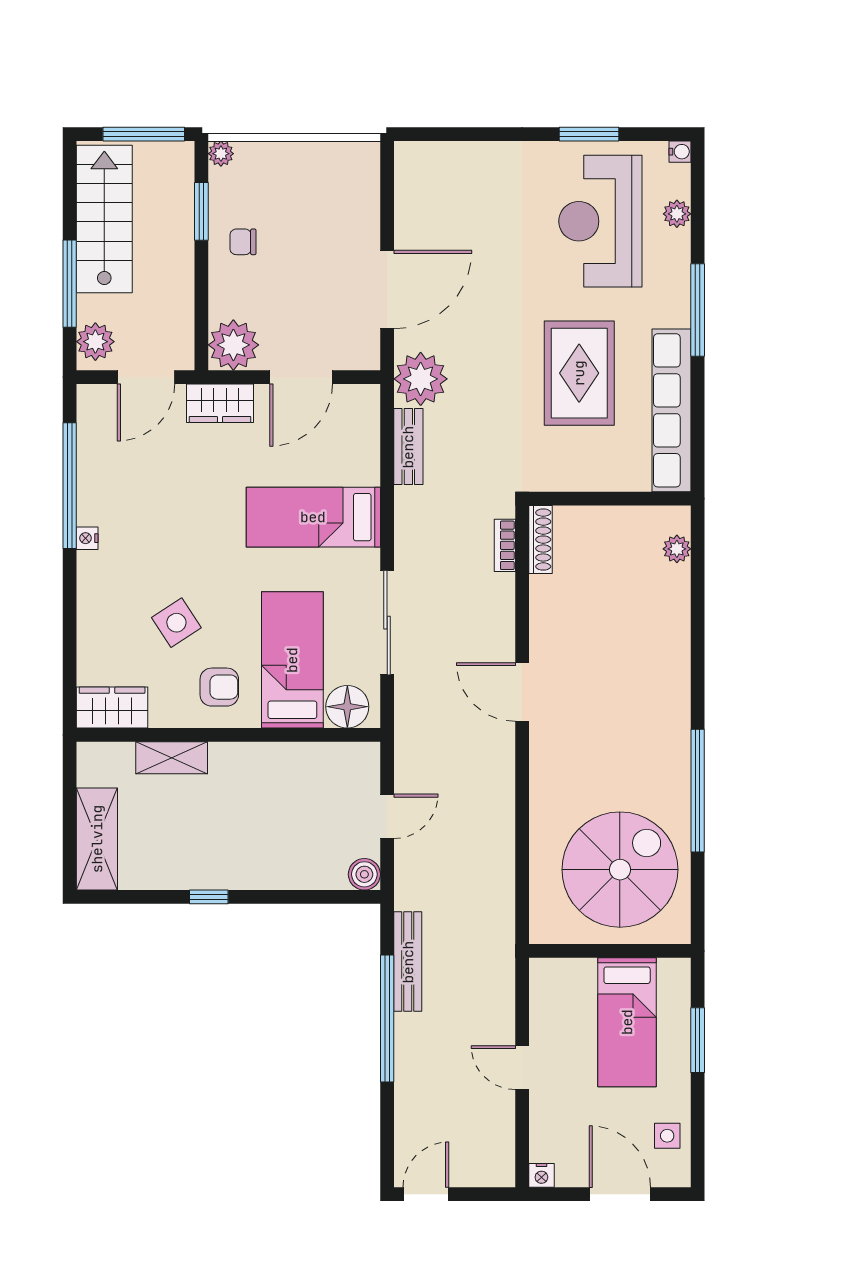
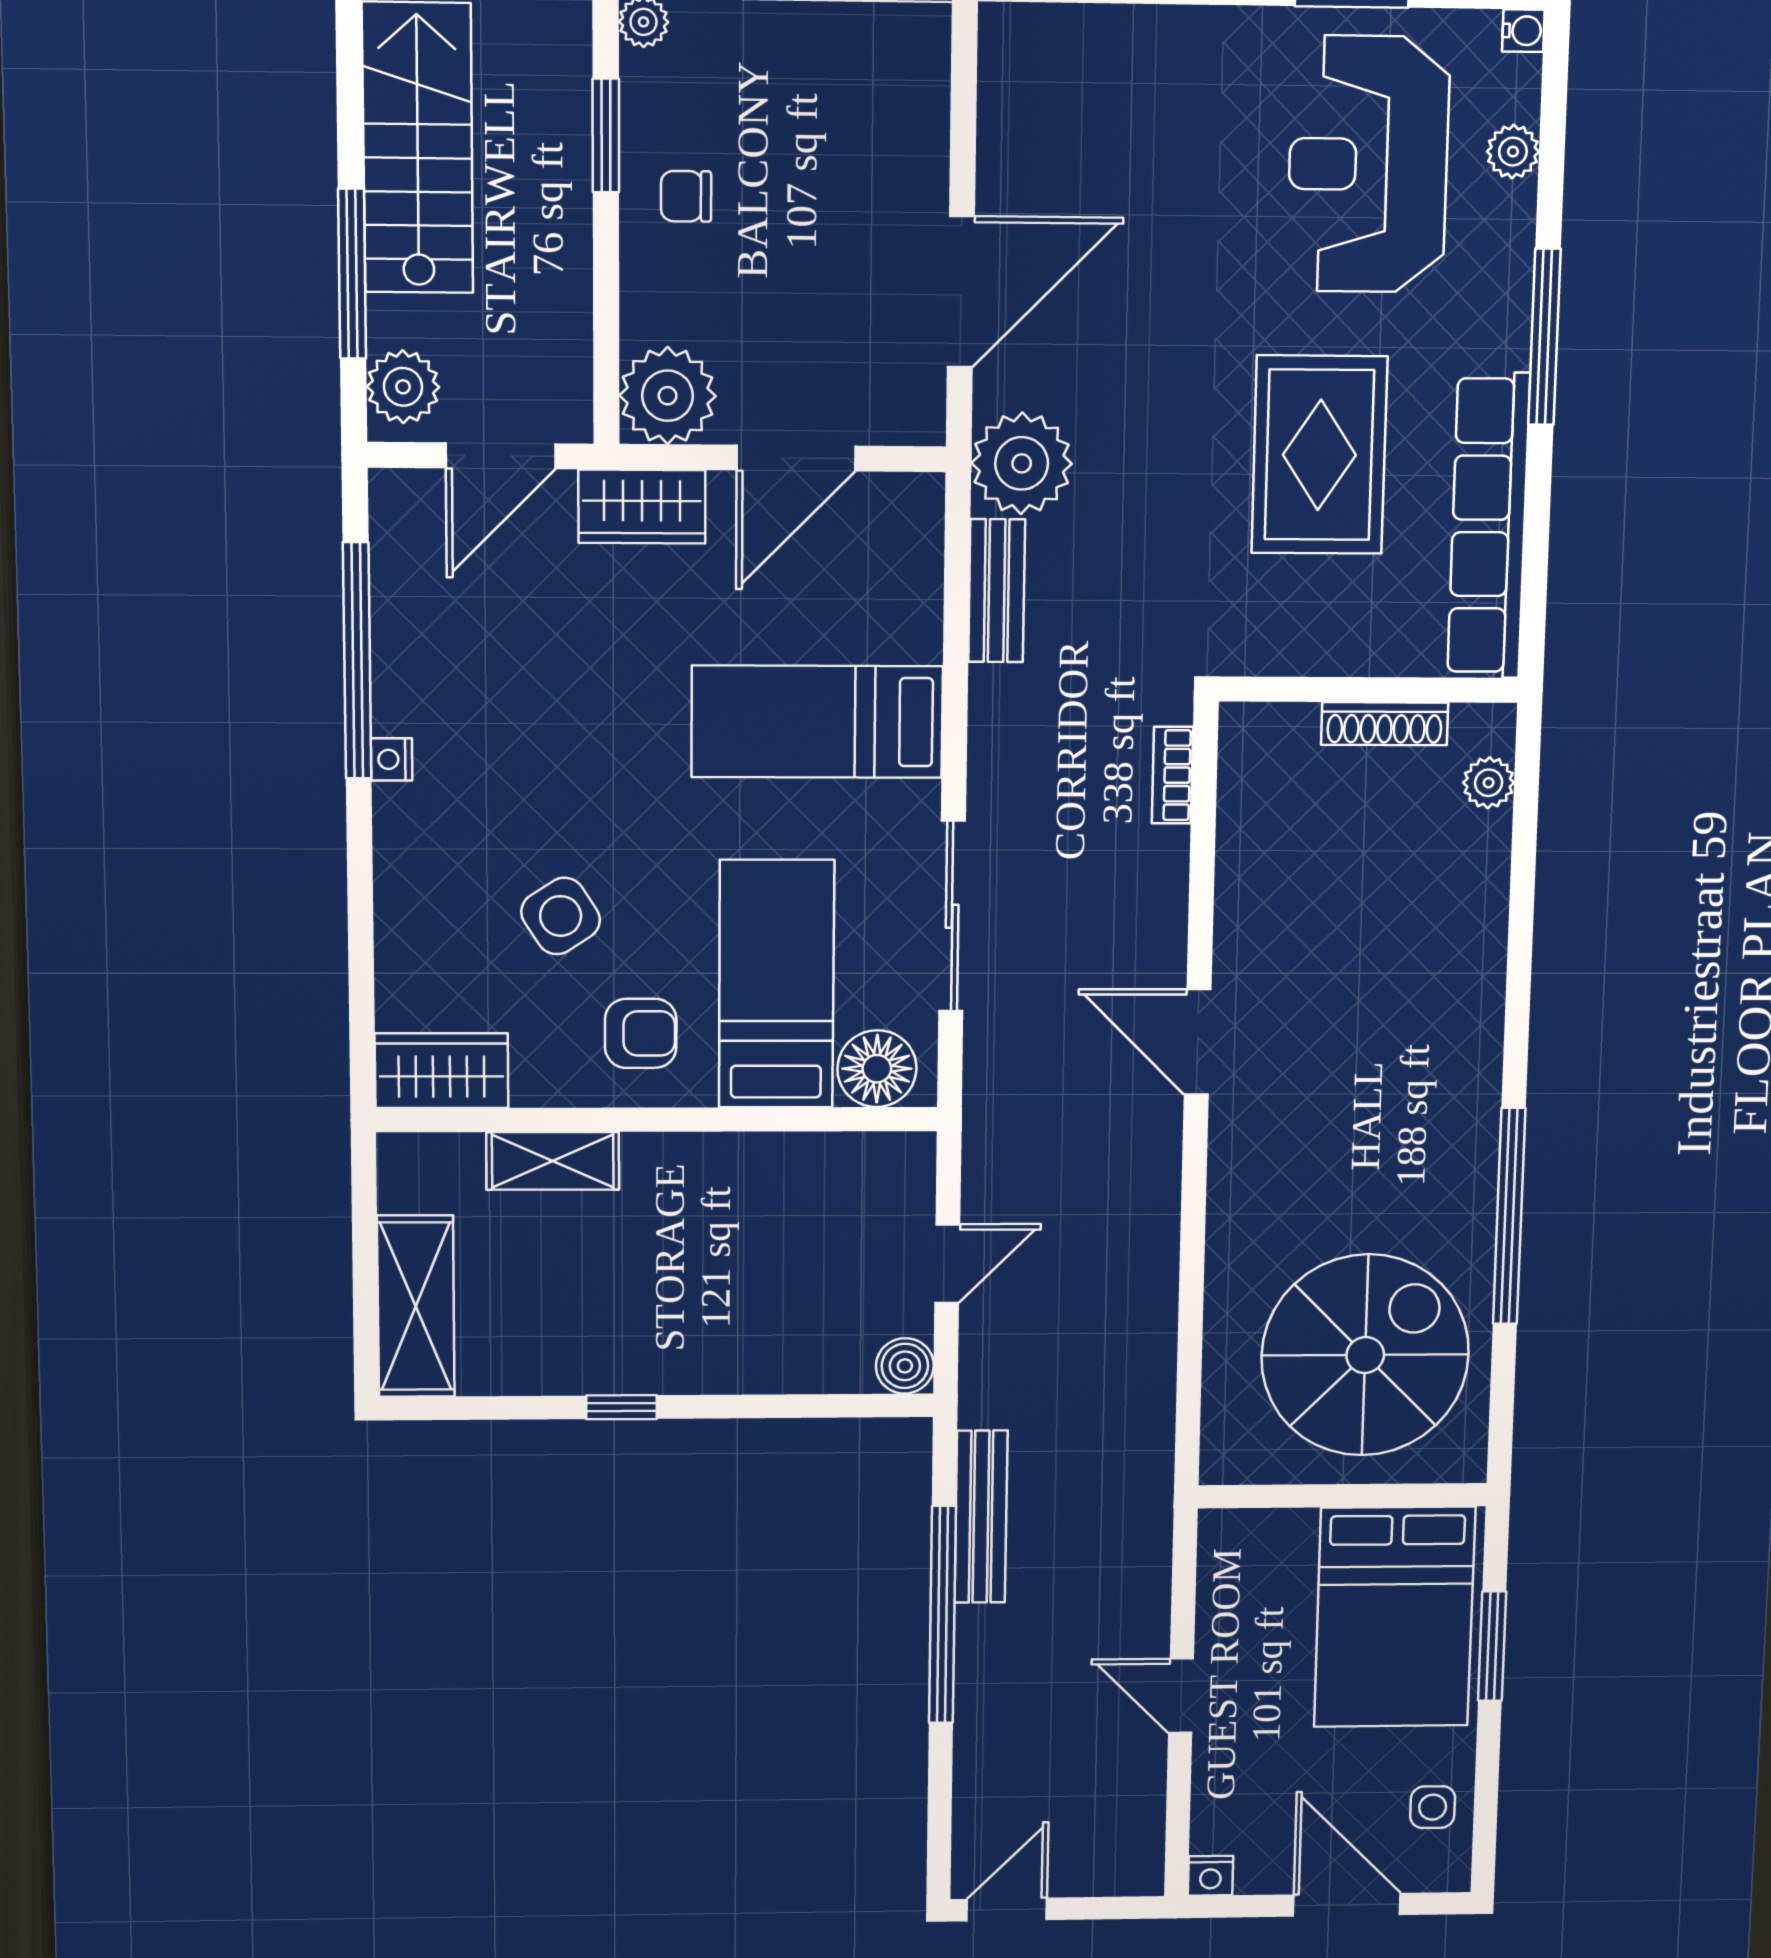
shoe rack: (540, 540) -> (1385, 724), moved, turned 90
bed: (627, 1022) -> (1395, 1617), width x1.50

